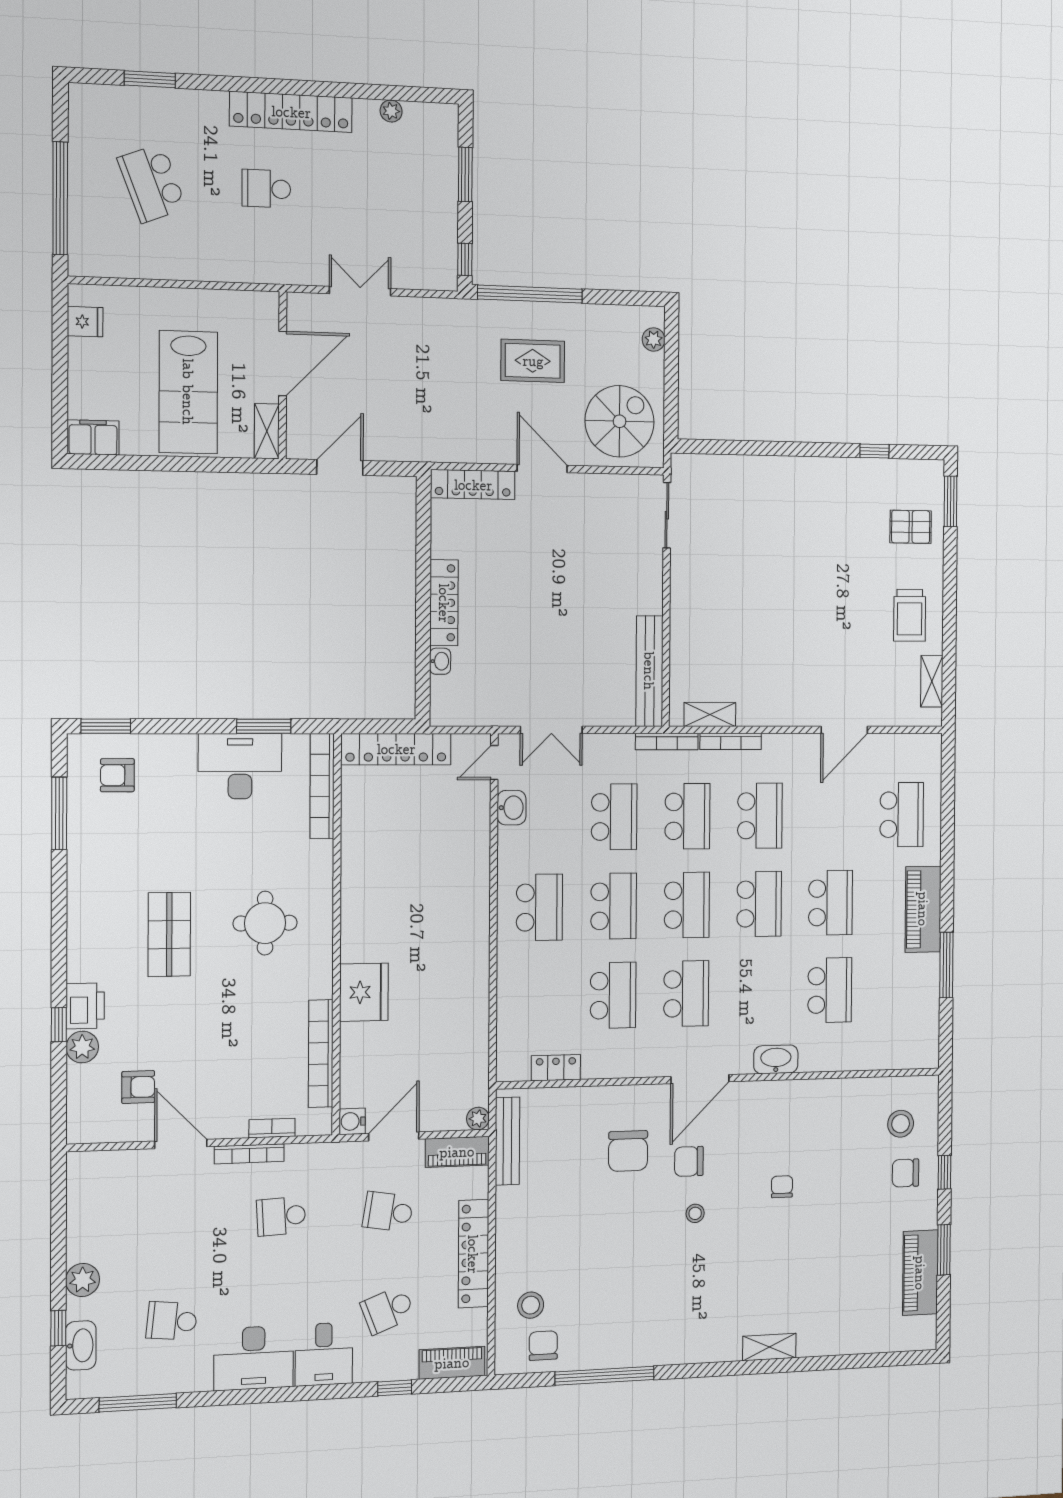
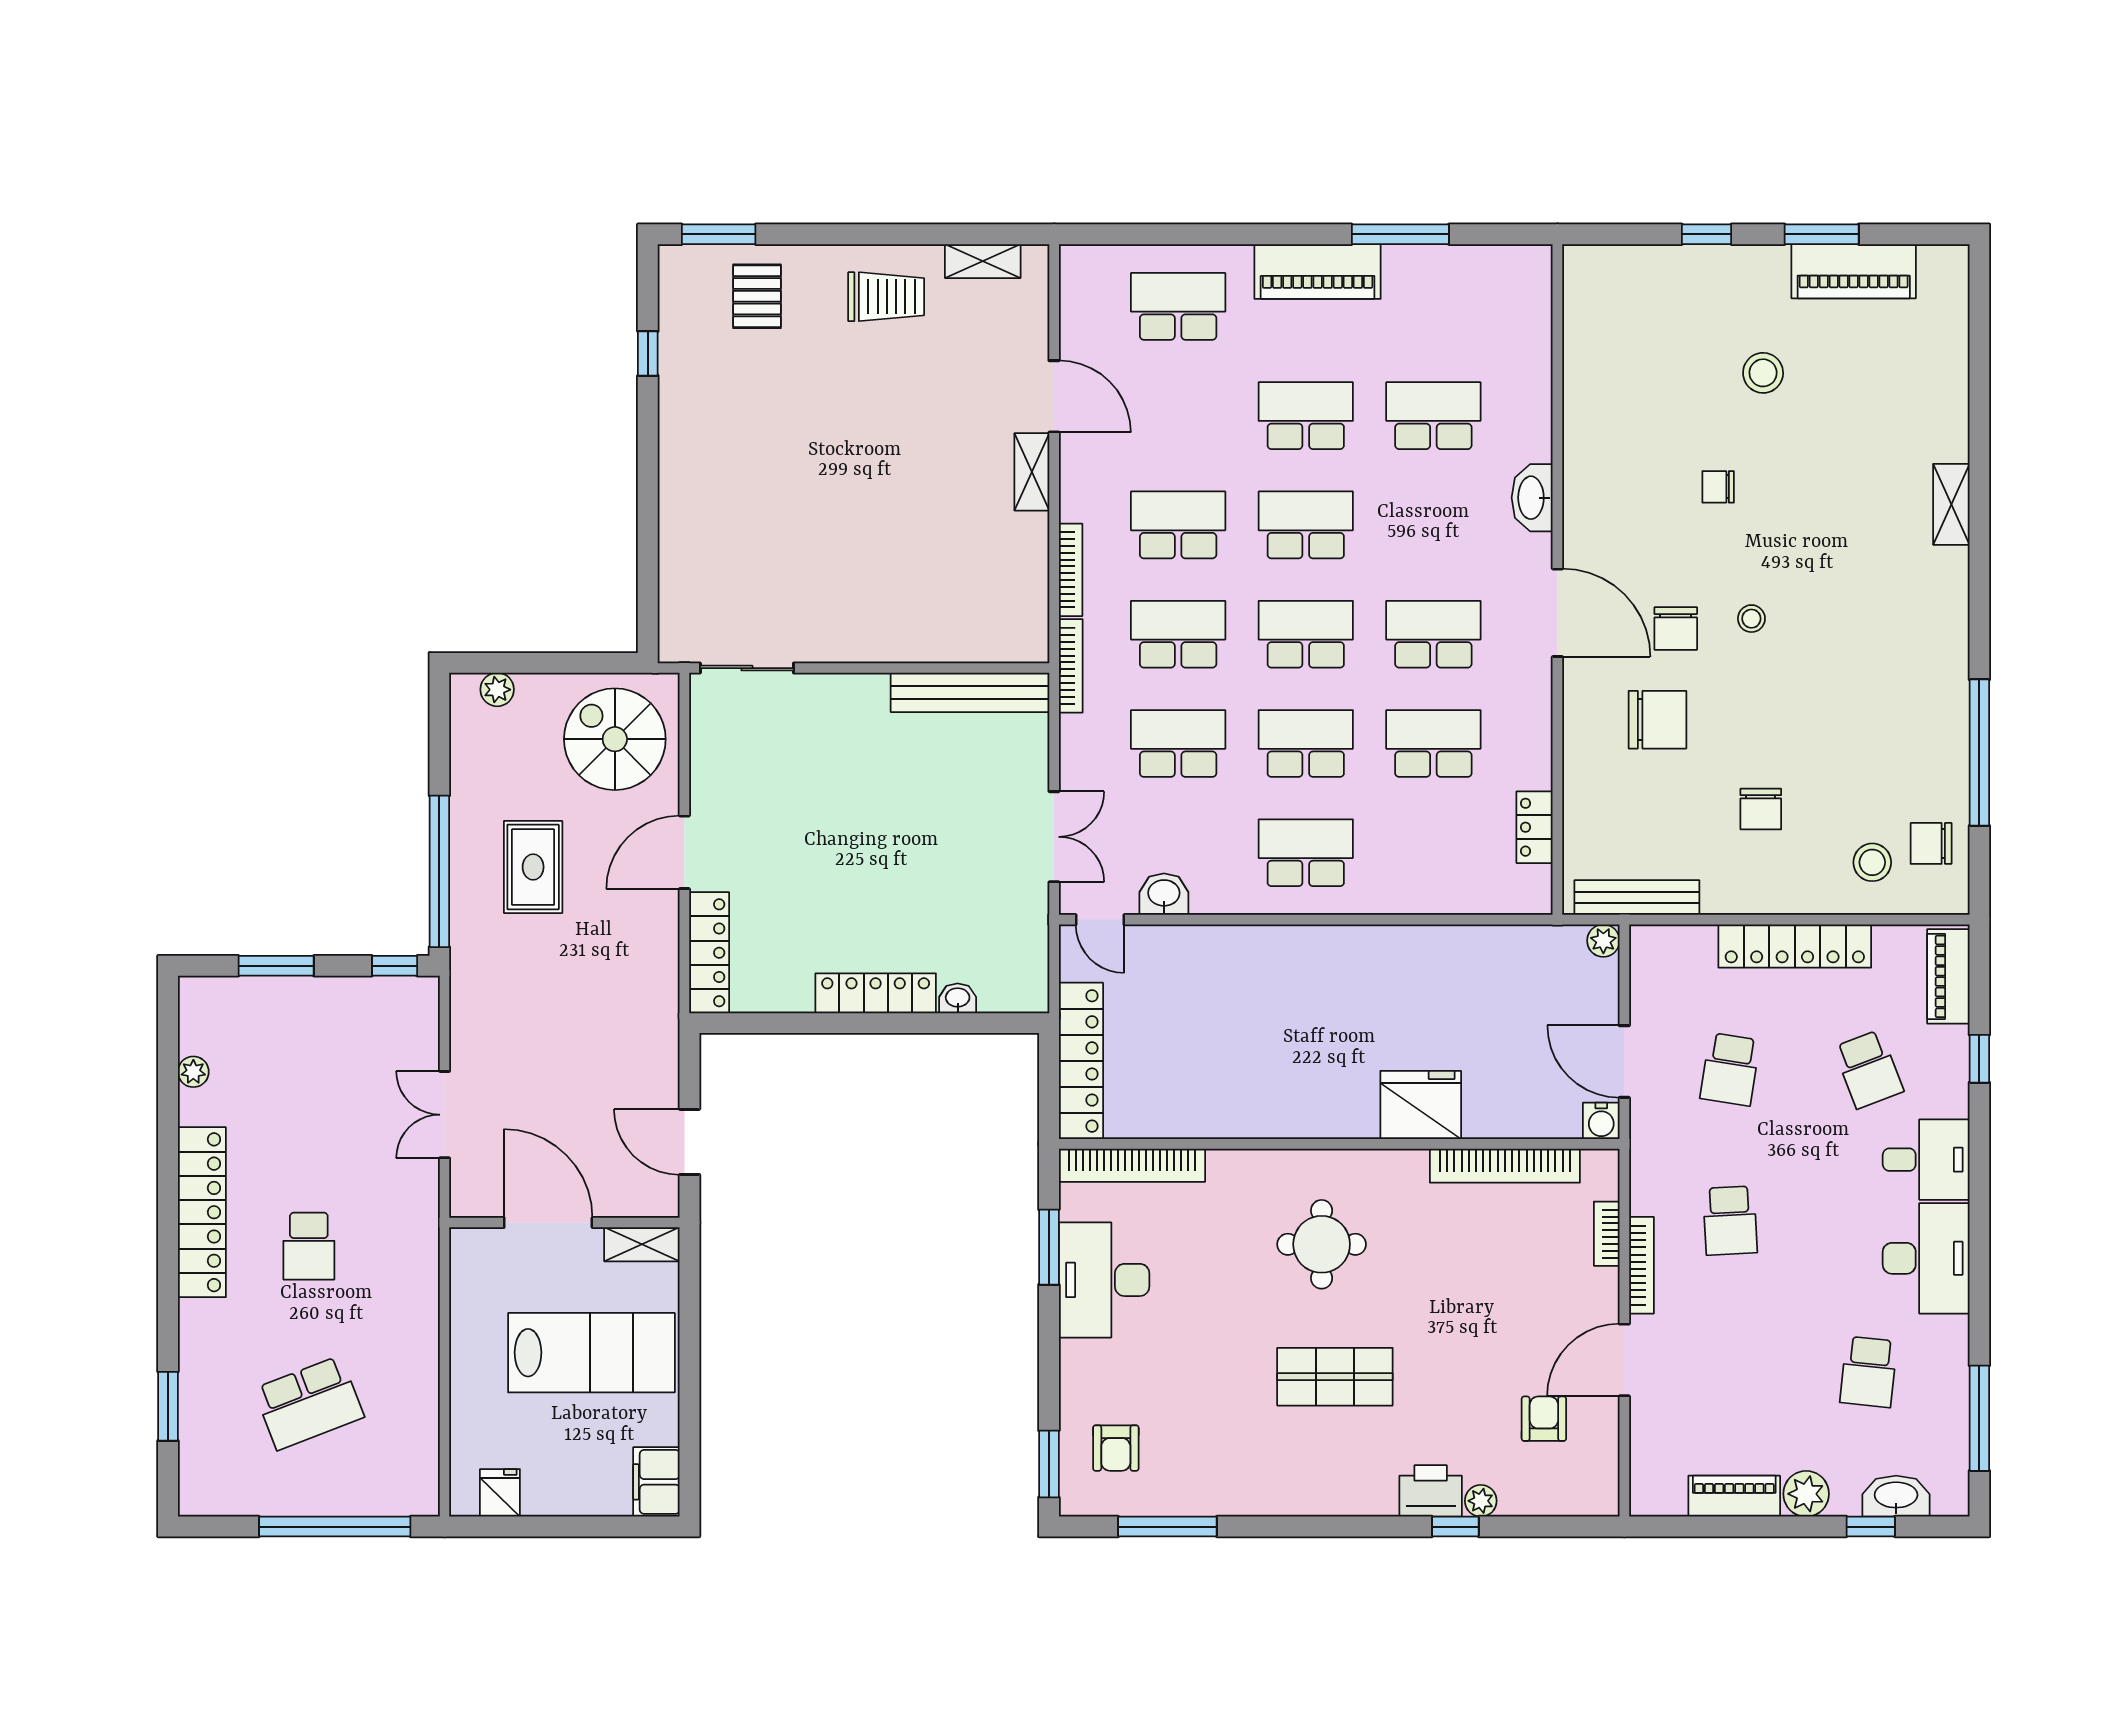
shelving: (710, 715) -> (1032, 472), moved
plant: (82, 1047) -> (1481, 1501), width x0.73, depth x0.73
stool: (901, 1124) -> (1763, 373), moved
piano: (457, 1152) -> (1734, 1496), moved, turned -90
chair: (906, 1173) -> (1761, 809), moved

